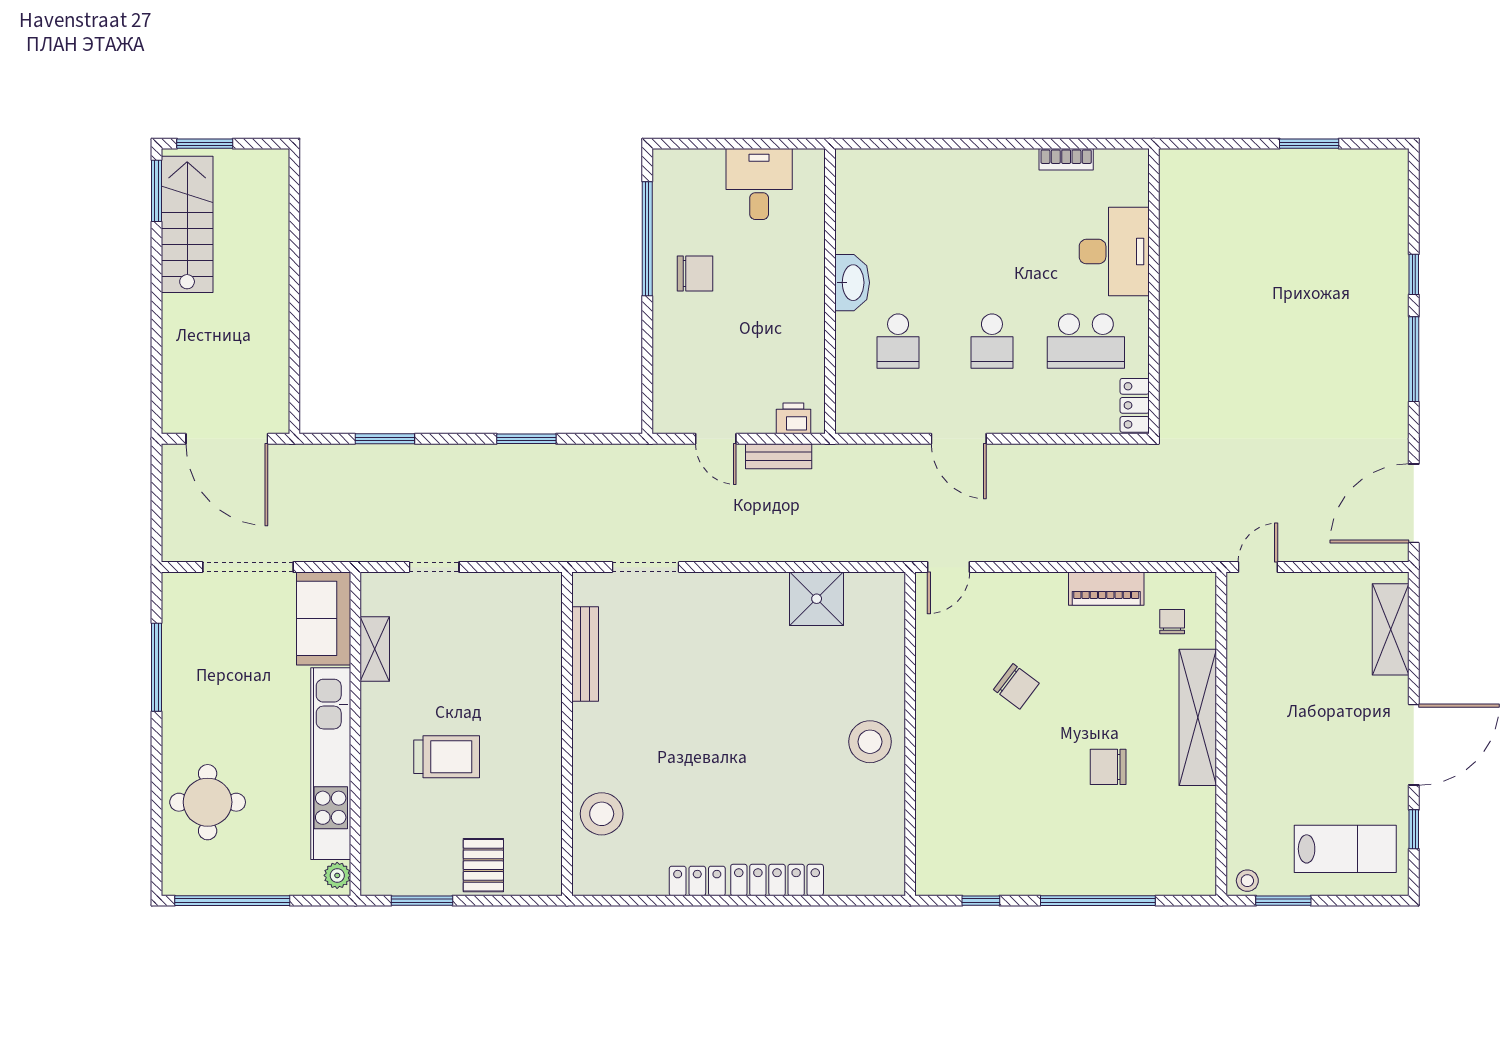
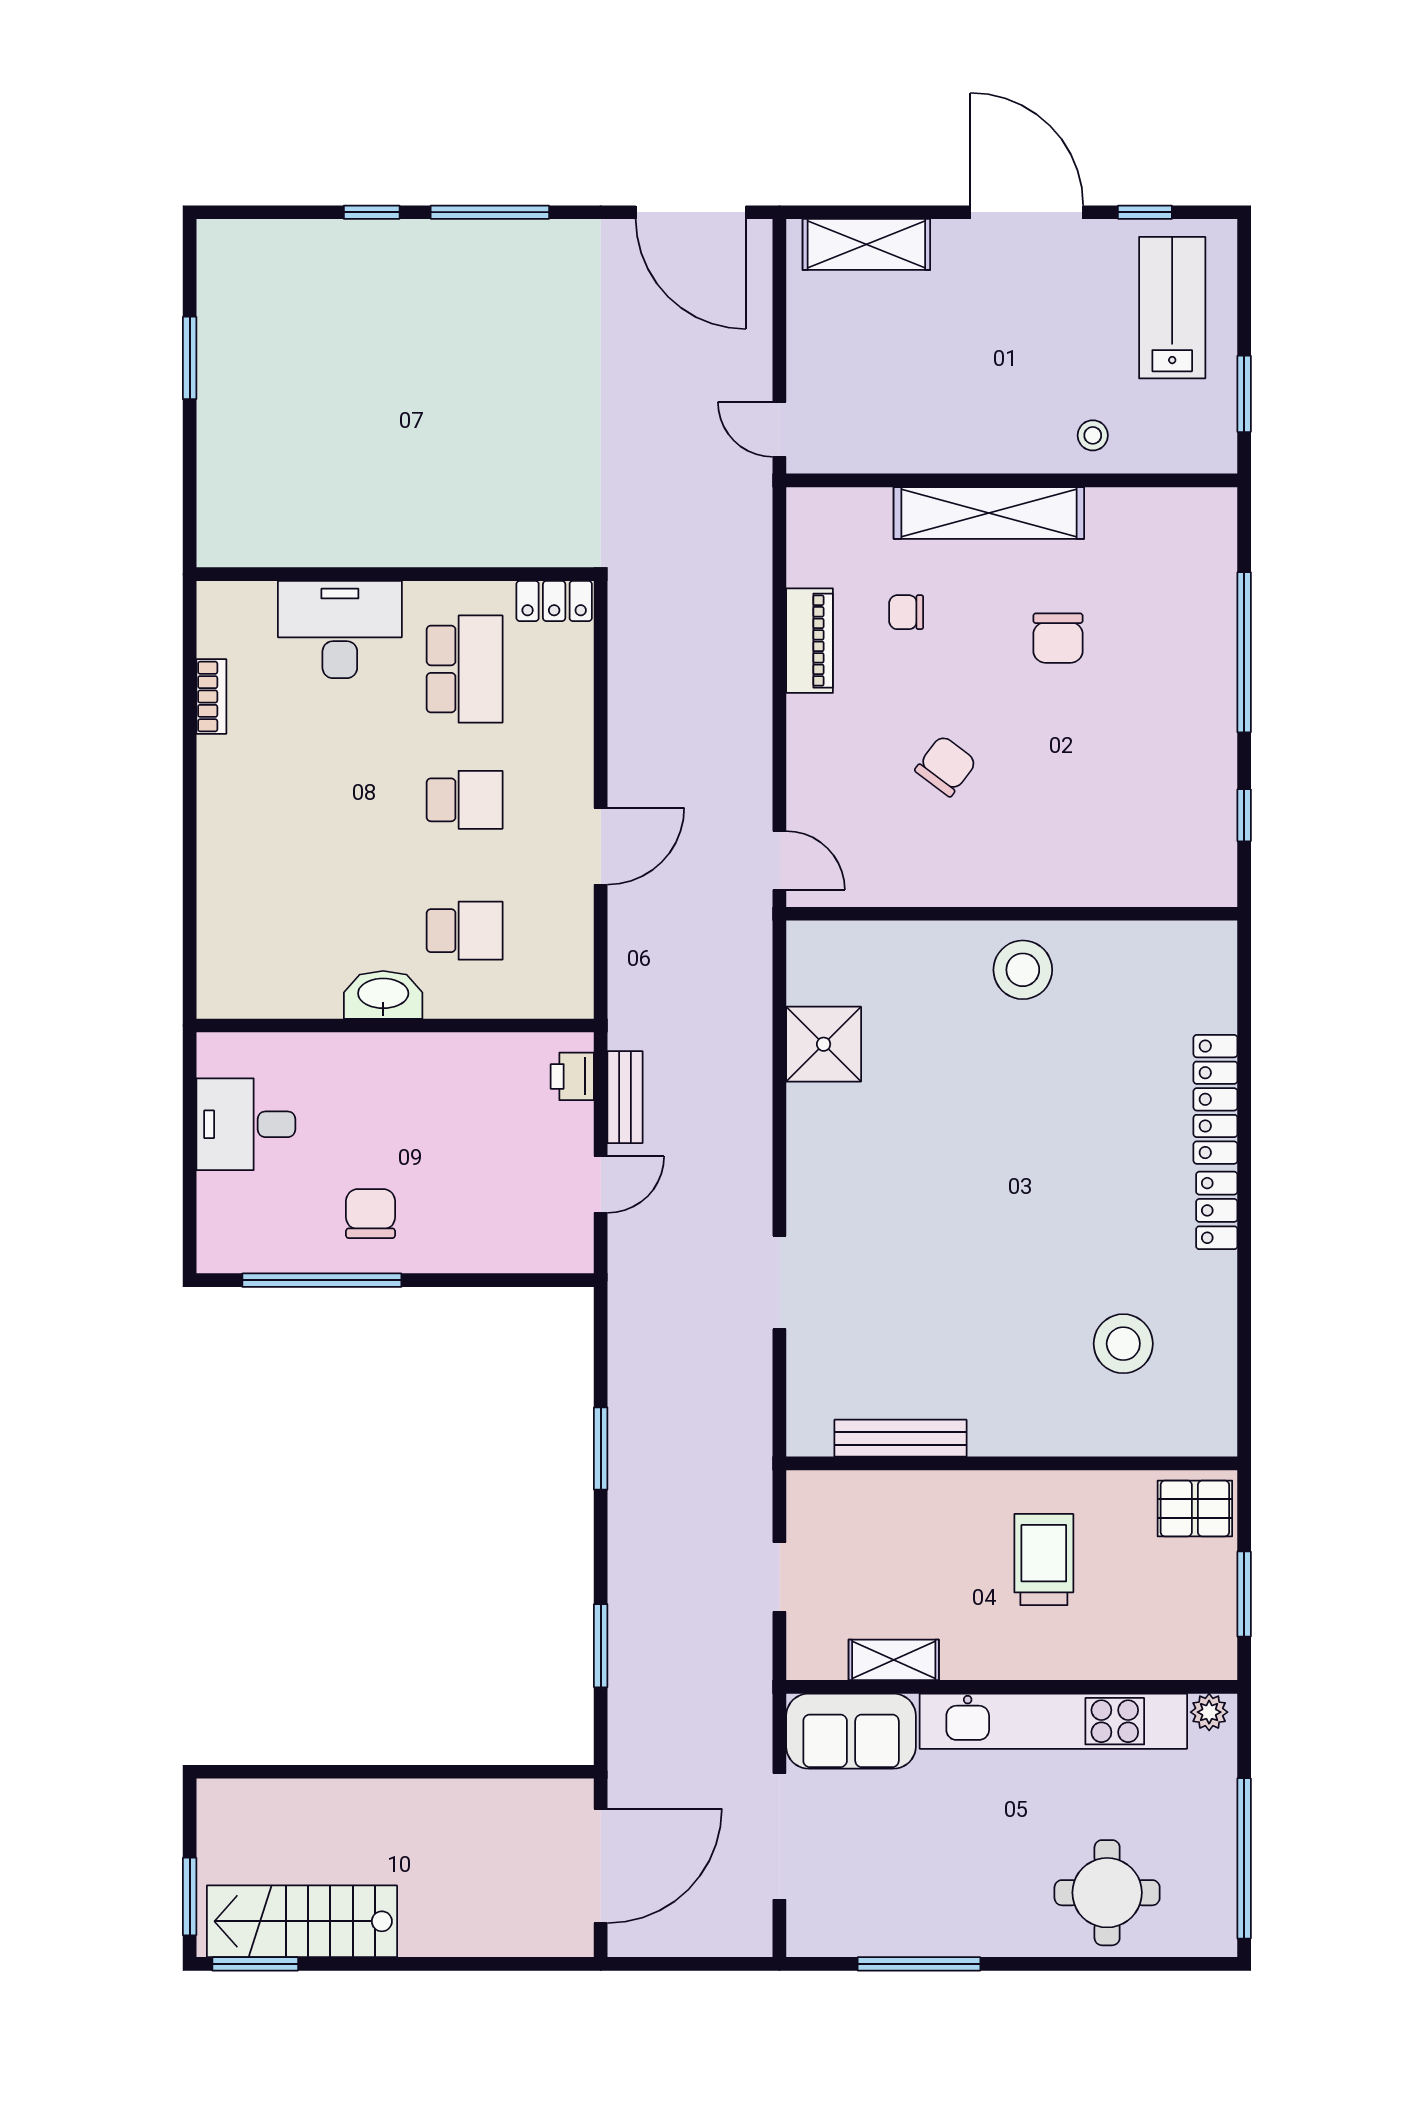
chair: (1172, 622) -> (906, 612), moved
bench: (585, 654) -> (900, 1438), moved
wall: (567, 734) -> (1012, 1463), moved
stool: (1247, 881) -> (1093, 435), moved

